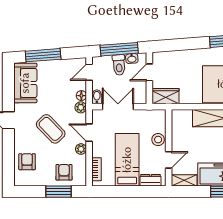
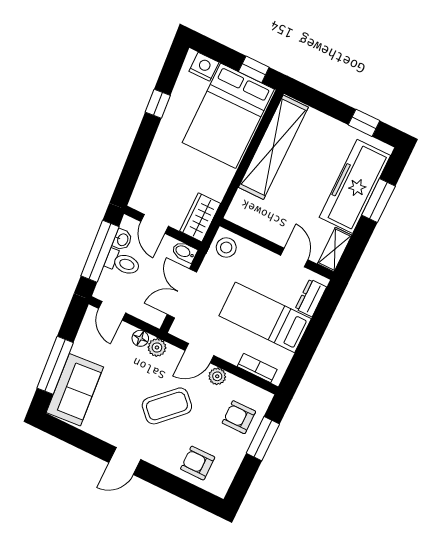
sofa: (25, 83) -> (75, 390), moved, turned 86
bidet: (97, 97) -> (184, 252), moved
stool: (158, 140) -> (226, 247), moved

